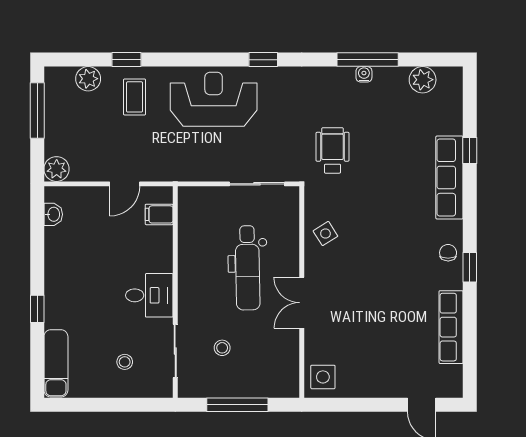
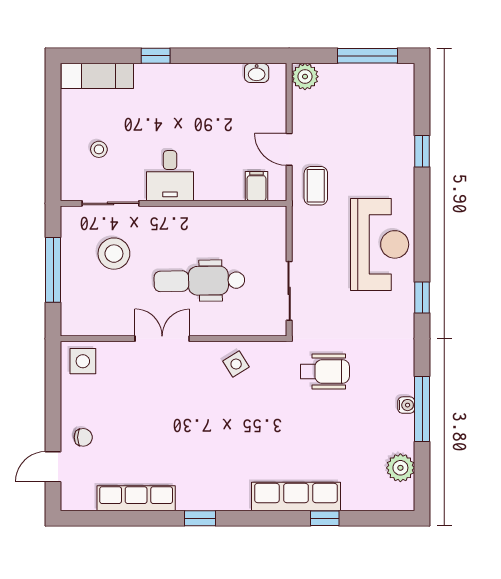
plant: (88, 79) -> (401, 110), removed
coffee table: (135, 97) -> (316, 186), moved, turned 90
chair: (448, 253) -> (83, 437), moved
stool: (222, 348) -> (114, 254), width x1.89, depth x1.89

